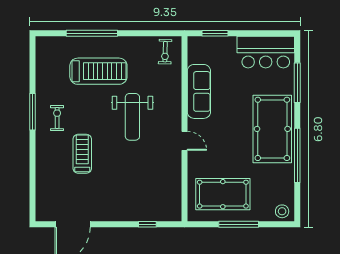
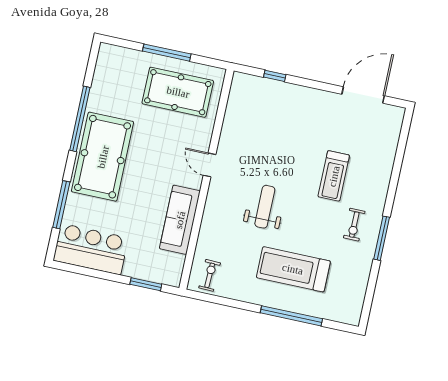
weight bench: (132, 117) -> (265, 207), width x0.73, depth x0.75
stool: (282, 211) -> (112, 57), removed

